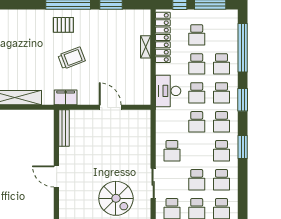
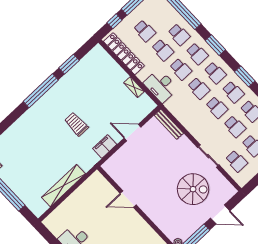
pallet: (63, 25) -> (50, 107), removed
shelving: (146, 47) -> (134, 87), moved
trolley: (72, 58) -> (76, 124), turned -69
filing cabinet: (66, 97) -> (105, 146), moved
bench: (64, 128) -> (169, 124), moved
school desk: (172, 151) -> (217, 107), moved
door: (56, 176) -> (128, 199), moved

